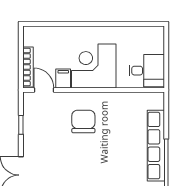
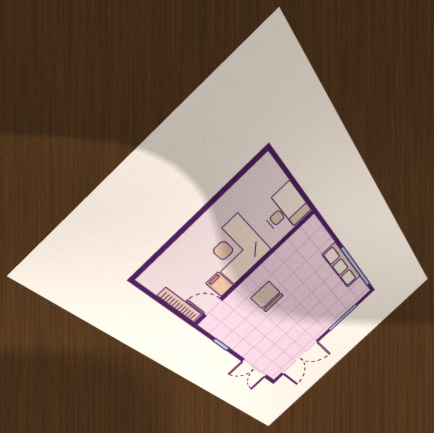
row of seats: (156, 146) -> (342, 266), width x0.73

